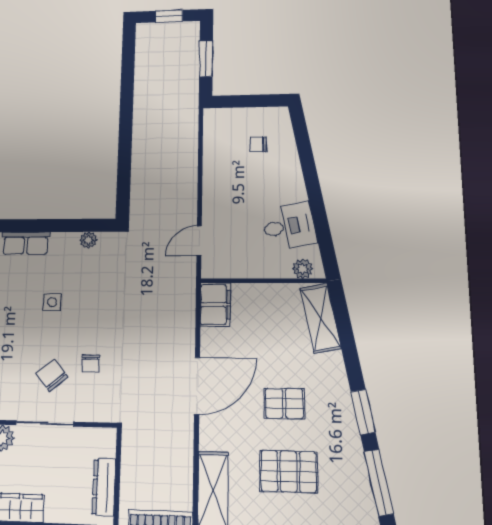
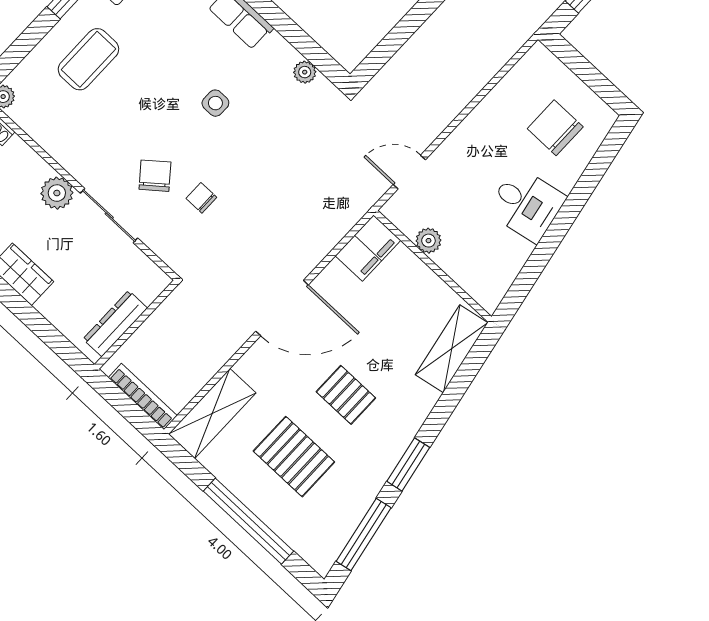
chair: (259, 144) -> (555, 128), width x1.87, depth x1.87
desk: (289, 226) -> (526, 204), moved
plant: (303, 269) -> (428, 241), moved
chair: (91, 364) -> (201, 198), turned 90

